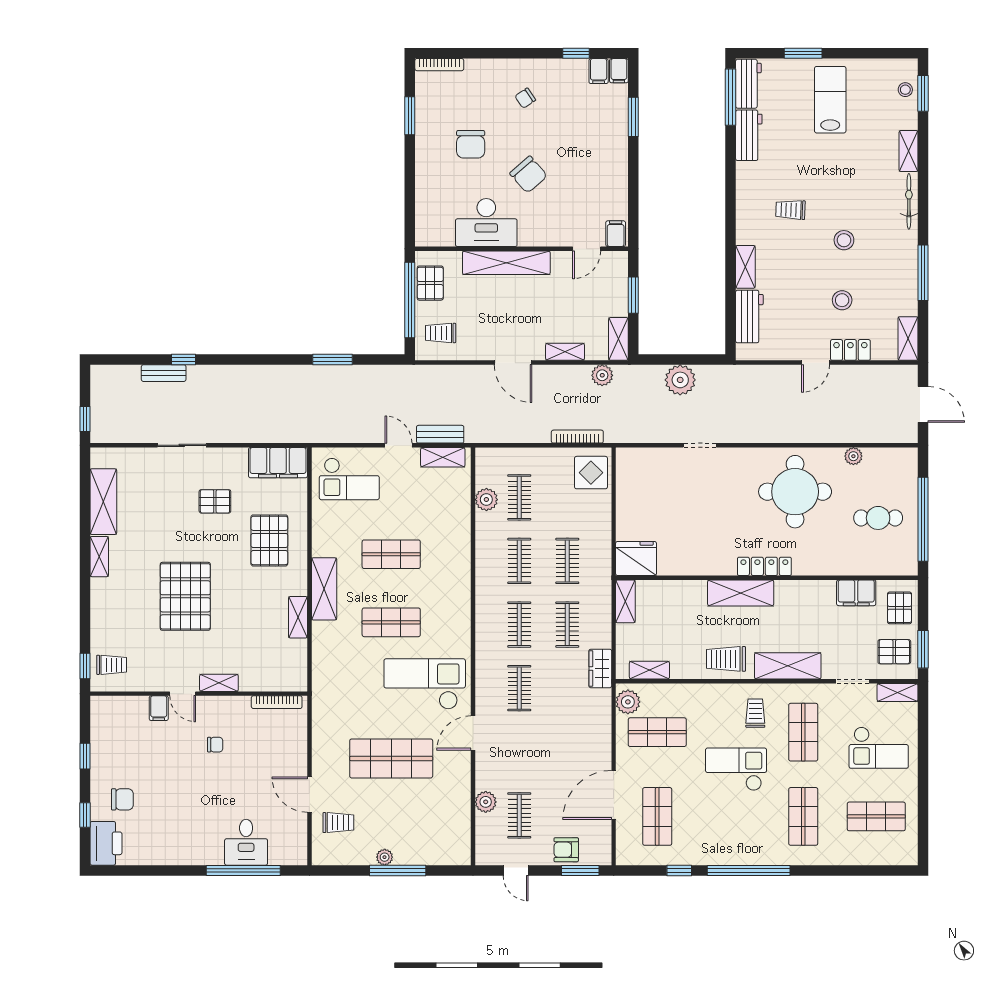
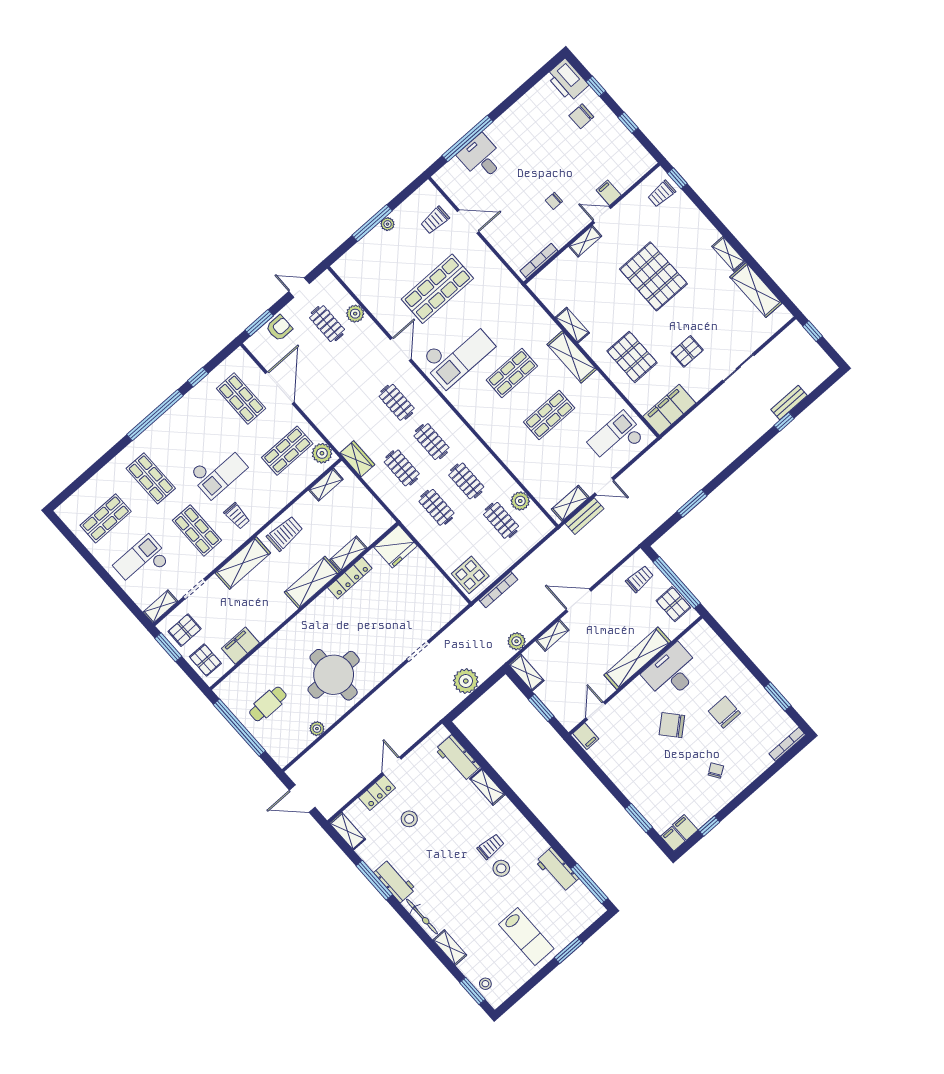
workbench: (748, 84) -> (395, 881), moved, turned 180
stool: (844, 240) -> (501, 868), moved
locker: (764, 566) -> (350, 578), moved
shelving: (625, 601) -> (348, 554), moved, turned 90

